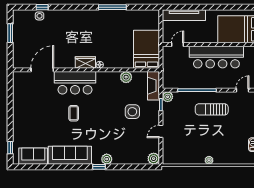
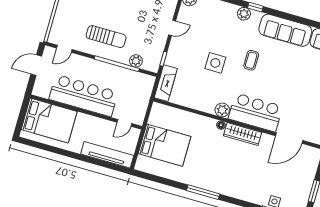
window: (112, 7) -> (203, 192), moved
bed: (146, 49) -> (165, 145), moved, turned -90
wardrobe: (85, 62) -> (243, 134), width x1.50
plant: (126, 77) -> (222, 110), moved
plant: (168, 97) -> (136, 61), moved
side table: (132, 112) -> (215, 63), moved
coffee table: (74, 113) -> (251, 60), moved

